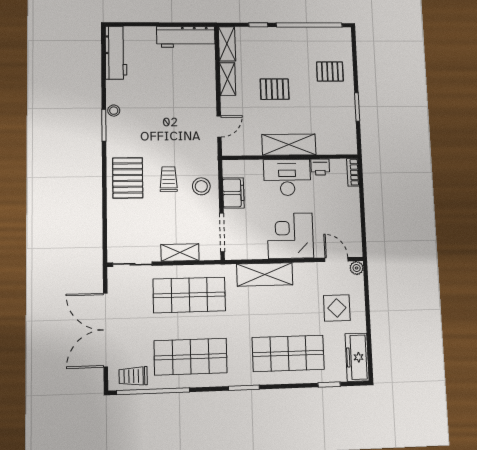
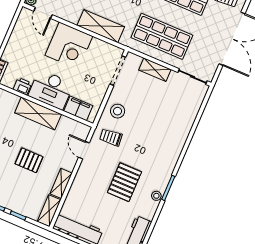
door: (219, 126) -> (84, 150), hinge flipped
pallet: (128, 178) -> (124, 182), moved
trolley: (169, 179) -> (111, 137), moved, turned 85
filing cabinet: (233, 193) -> (78, 108), moved, turned 90

